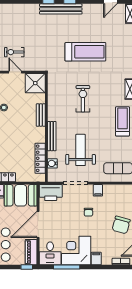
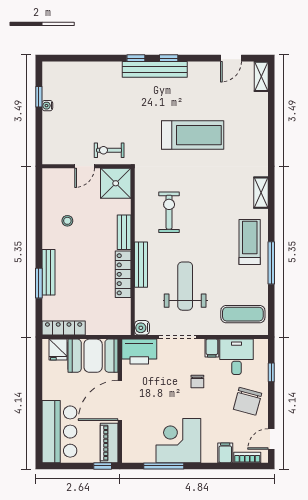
exercise bike: (14, 52) -> (109, 150), moved
door: (15, 72) -> (85, 166), swing flipped
exercise bike: (83, 99) -> (169, 212), moved
locker: (40, 158) -> (123, 274), moved
water cooler: (52, 163) -> (142, 328), moved
desk: (50, 253) -> (237, 357), moved, turned 180
filing cabinet: (96, 259) -> (225, 453), moved

